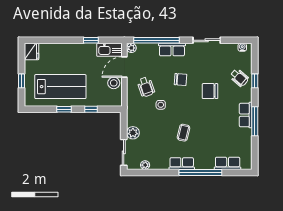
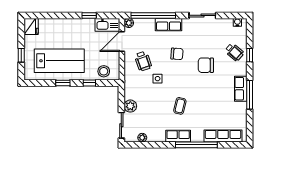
stool: (114, 83) -> (104, 71), moved
row of seats: (228, 163) -> (223, 136), width x1.48

